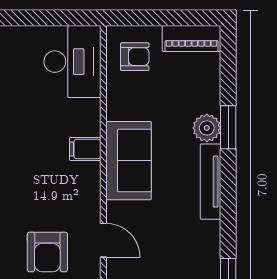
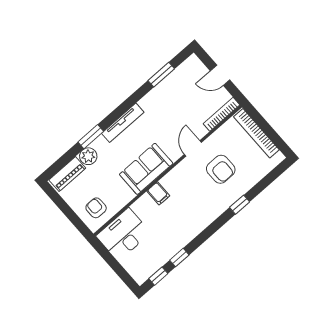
piano: (192, 38) -> (67, 174), moved, turned 90
plant: (207, 128) -> (88, 156), moved
armchair: (47, 252) -> (221, 169), turned 90

